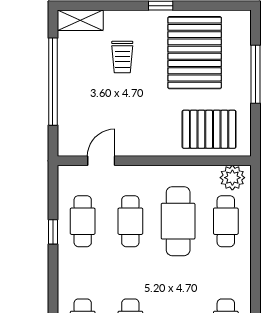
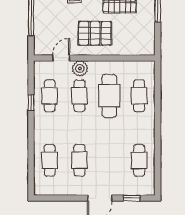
pallet: (209, 129) -> (95, 33), moved
plant: (232, 178) -> (80, 69), moved

